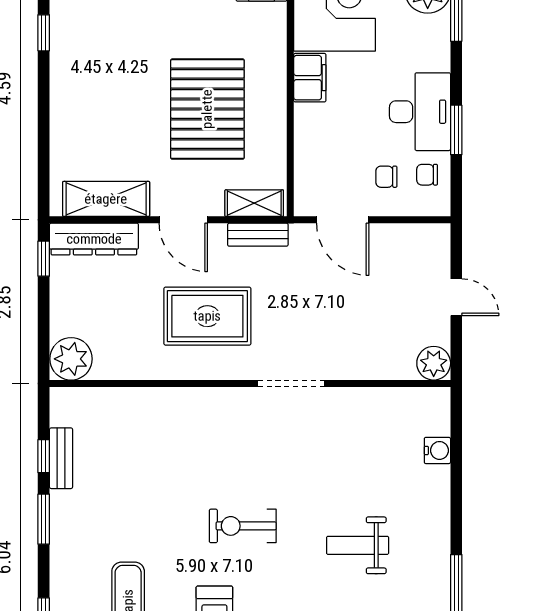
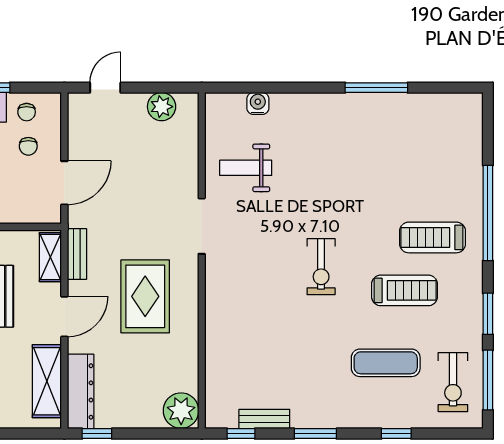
door: (456, 297) -> (105, 88), moved
plant: (434, 363) -> (162, 107), moved
window: (44, 456) -> (241, 434), moved
weight bench: (358, 545) -> (246, 168), moved, turned 90

